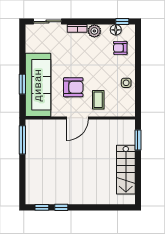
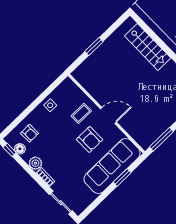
armchair: (73, 87) -> (90, 139), turned 180
window: (138, 140) -> (94, 47), moved
stairs: (126, 170) -> (148, 47), moved, turned 90

